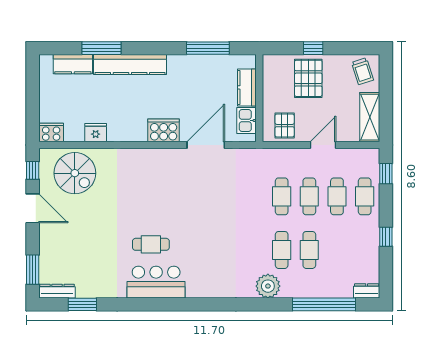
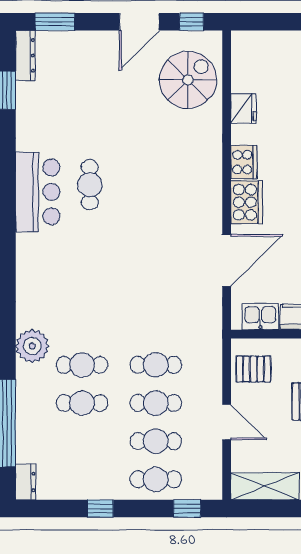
cooker: (51, 132) -> (244, 162), moved
door: (206, 145) -> (227, 260), hinge flipped
spiral stairs: (75, 173) -> (188, 80), turned 180

